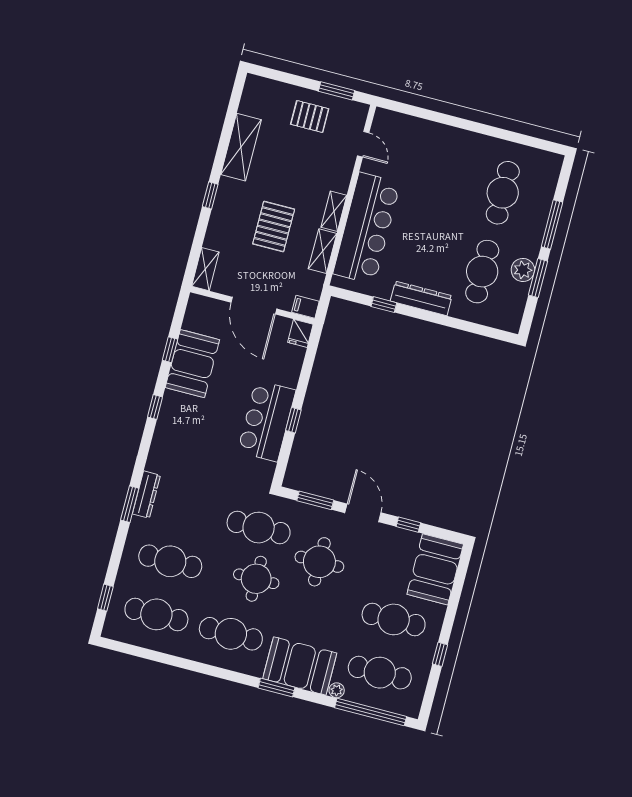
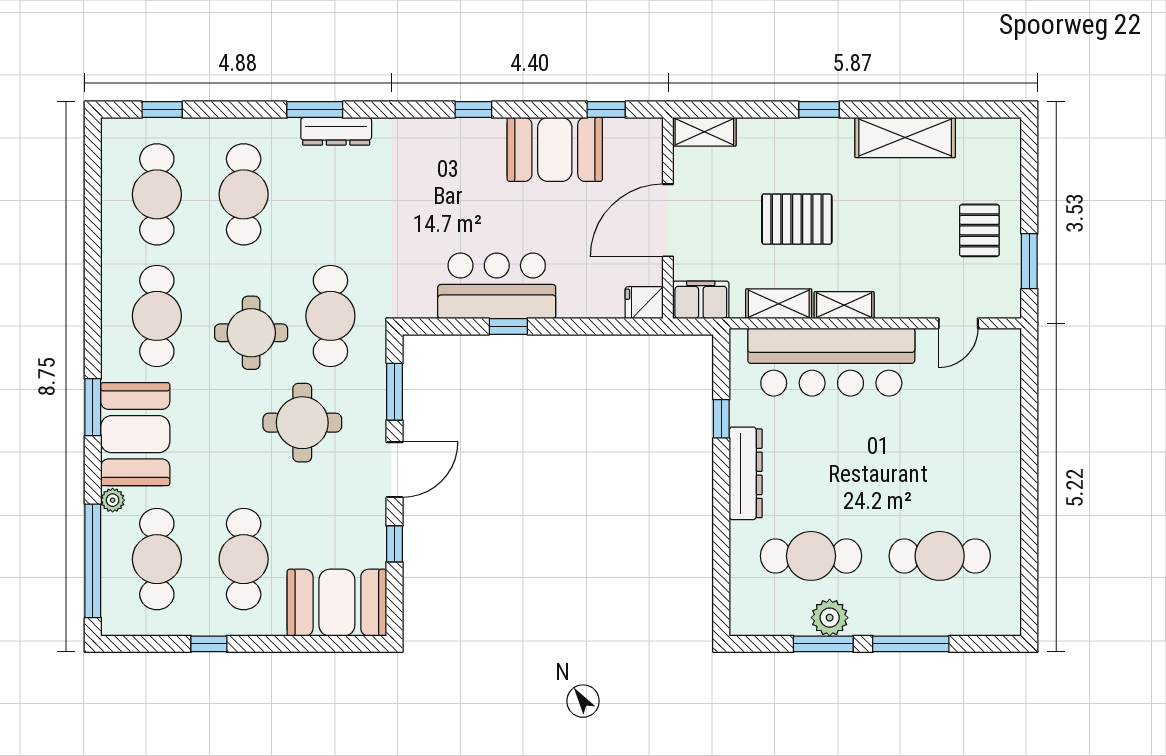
filing cabinet: (305, 307) -> (701, 300), width x2.00
window: (170, 350) -> (606, 110), moved

